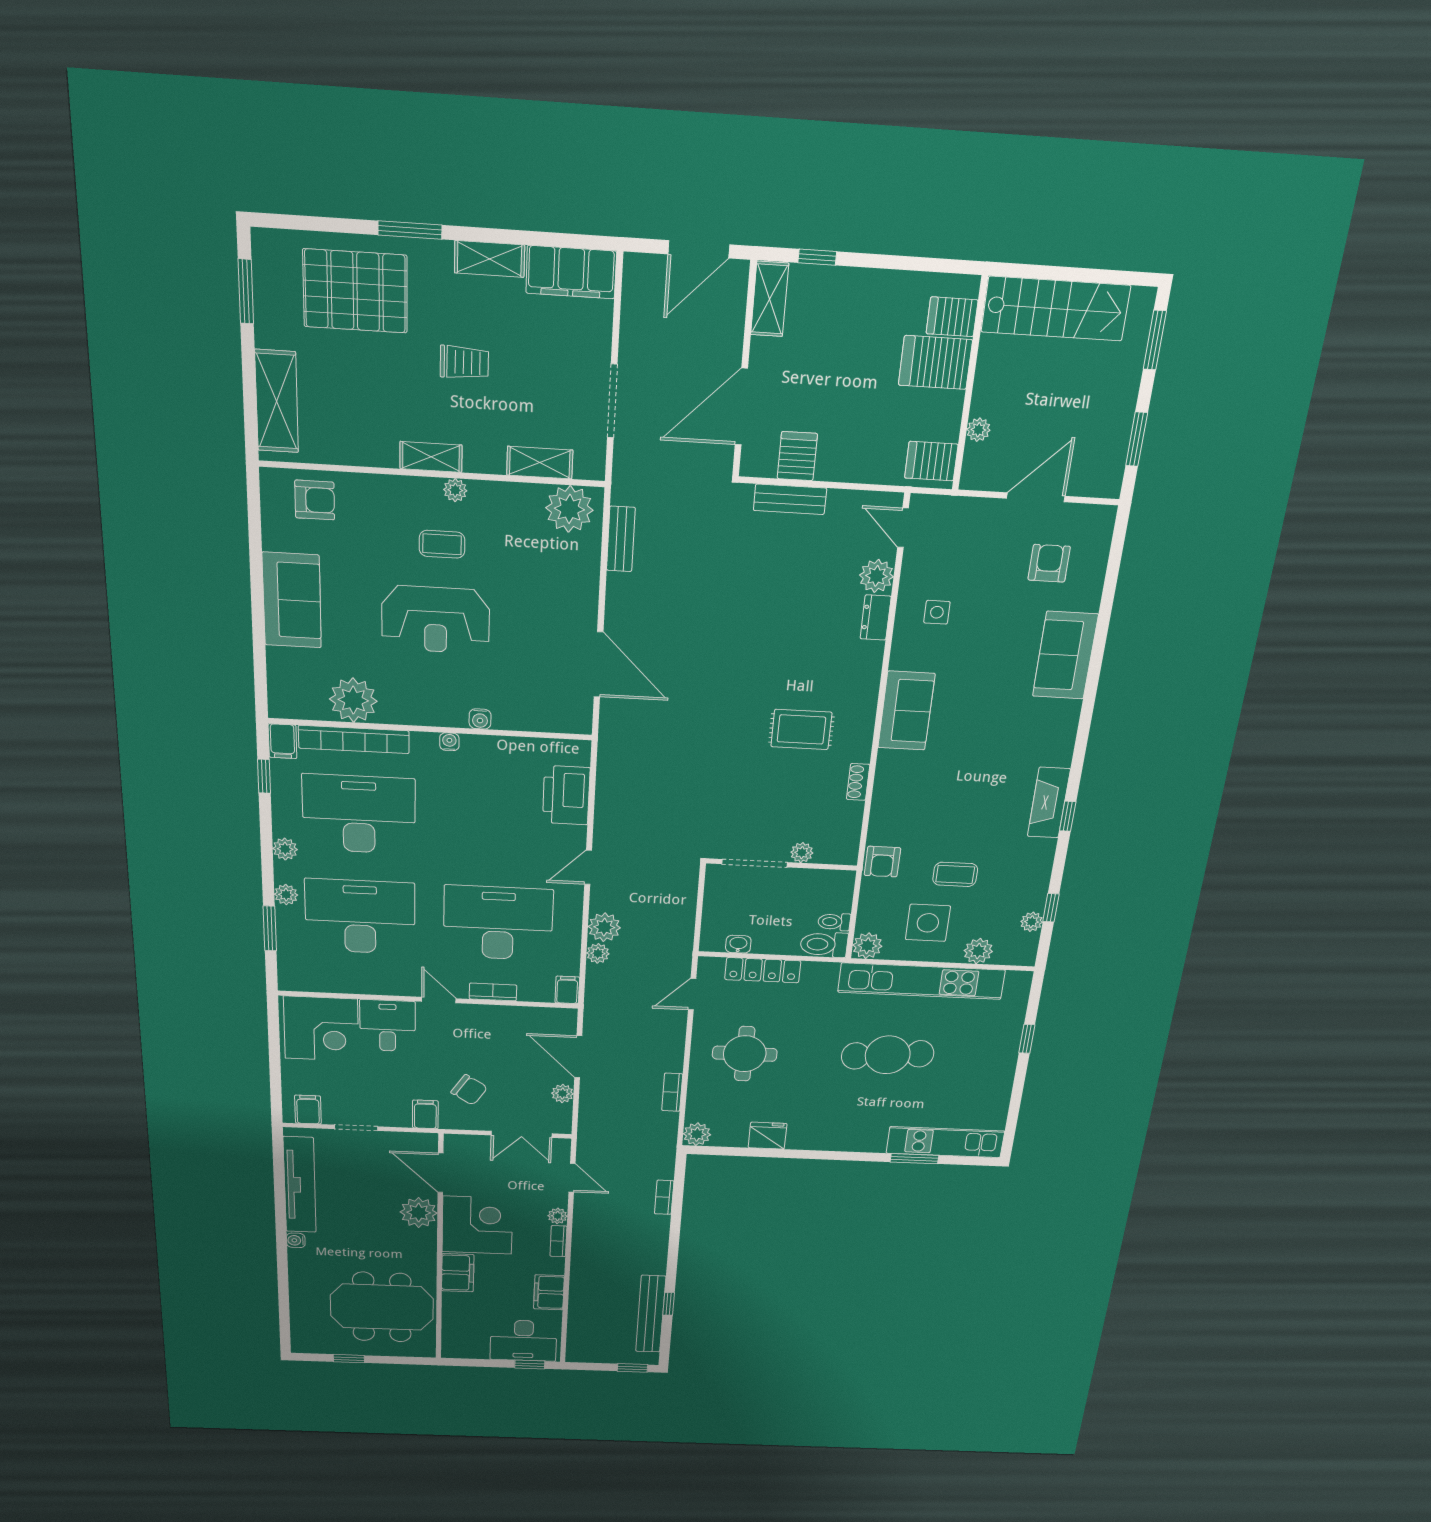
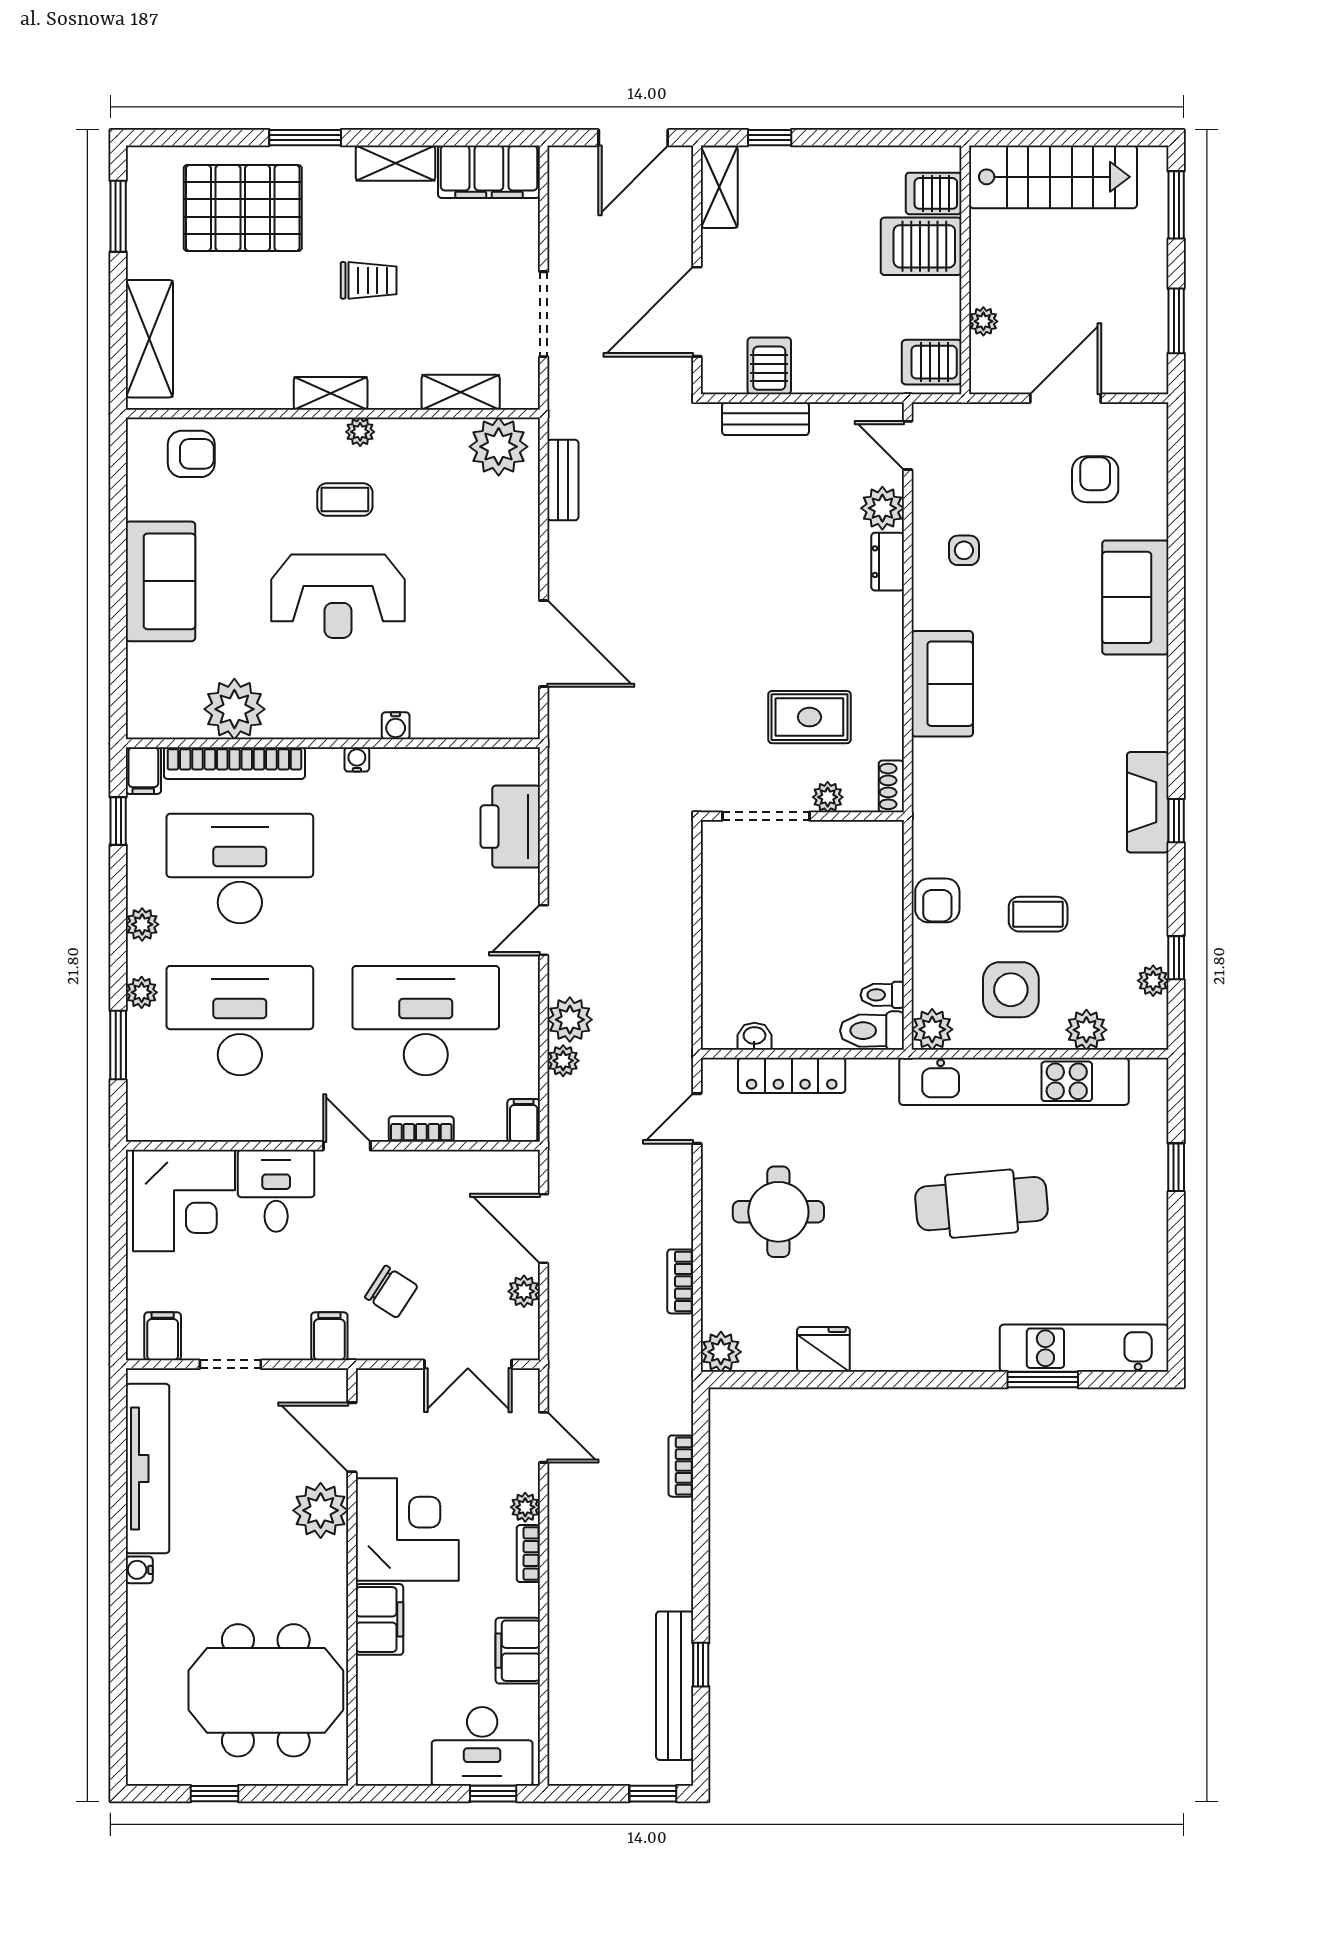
plant: (802, 853) -> (828, 797), moved
doorway: (755, 863) -> (766, 816), moved
wall: (782, 864) -> (802, 816), moved

